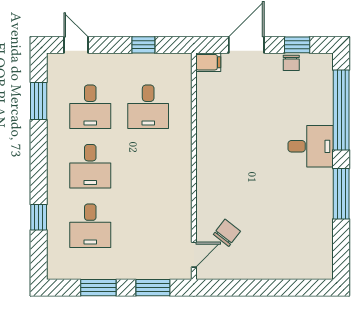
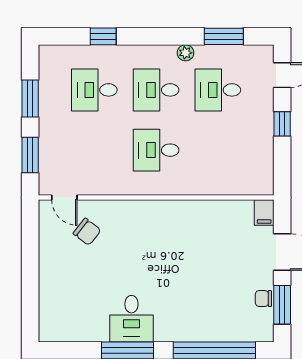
window: (143, 45) -> (282, 124), moved
window: (297, 45) -> (282, 305), width x1.50
desk: (148, 107) -> (156, 150), moved
plant: (54, 138) -> (186, 53), added
desk: (311, 146) -> (131, 319), moved

